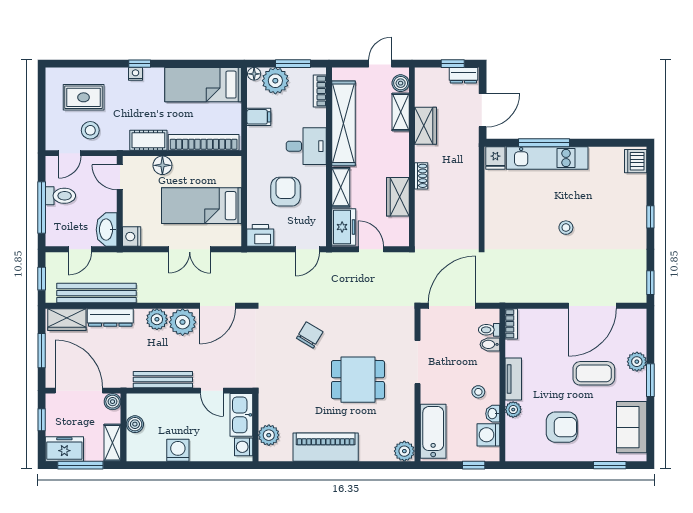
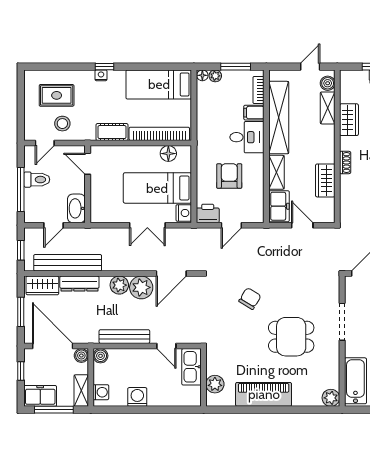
plant: (275, 81) -> (215, 76), width x0.53, depth x0.53
filing cabinet: (259, 117) -> (254, 113), moved, turned 180
floor lamp: (162, 165) -> (168, 154), moved
nightstand: (132, 237) -> (184, 213), moved, turned 180
door: (307, 249) -> (231, 225), moved
boiler: (135, 424) -> (101, 356), moved
washing machine: (244, 447) -> (101, 392), moved, turned 180

